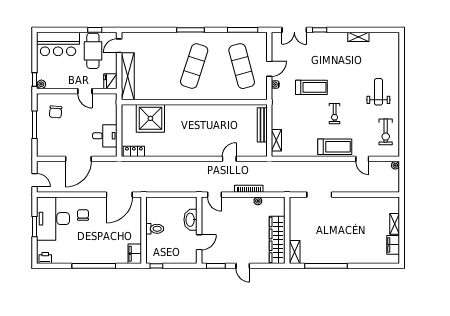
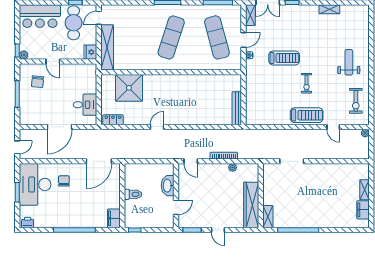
door: (85, 91) -> (53, 62), moved
bench: (262, 125) -> (237, 108), moved
shelving: (276, 140) -> (250, 15), moved
door: (229, 159) -> (157, 127), moved
door: (34, 180) -> (17, 147), hinge flipped

